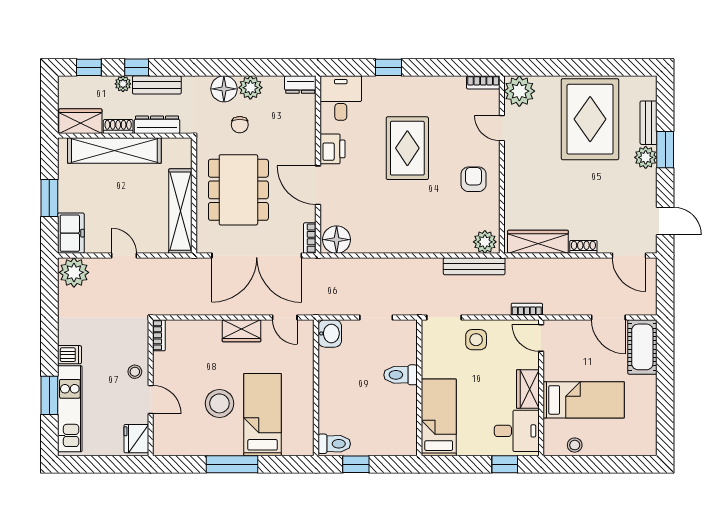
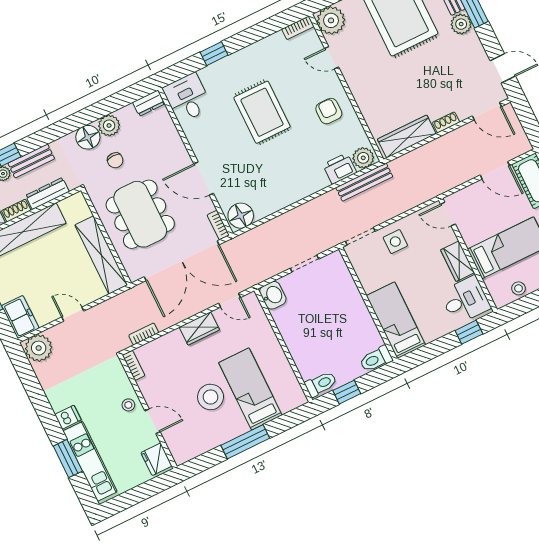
printer: (333, 149) -> (340, 169), moved, turned -90
bookcase: (527, 309) -> (144, 334), moved
toilet: (401, 375) -> (376, 359), moved

